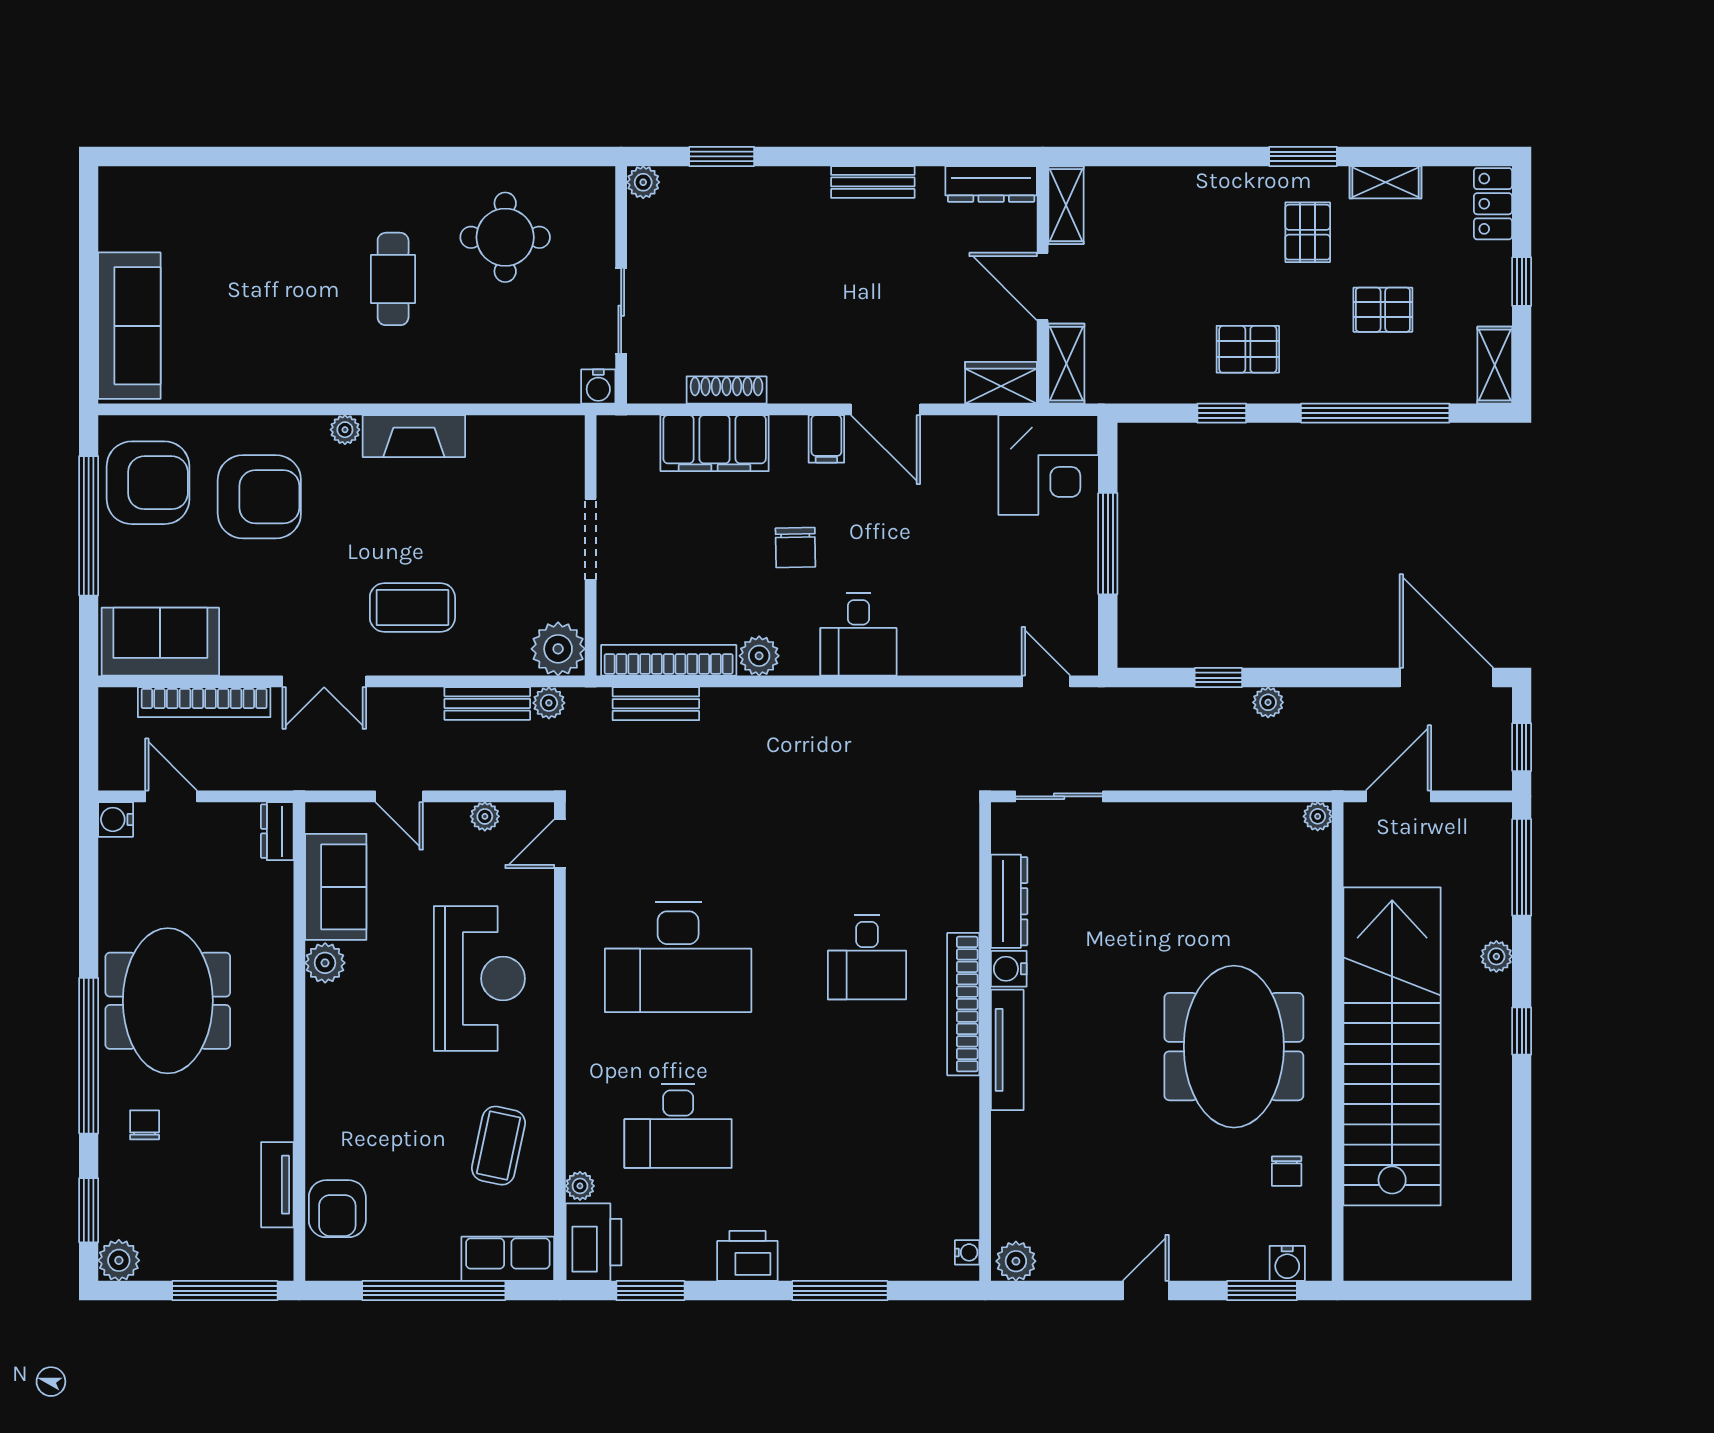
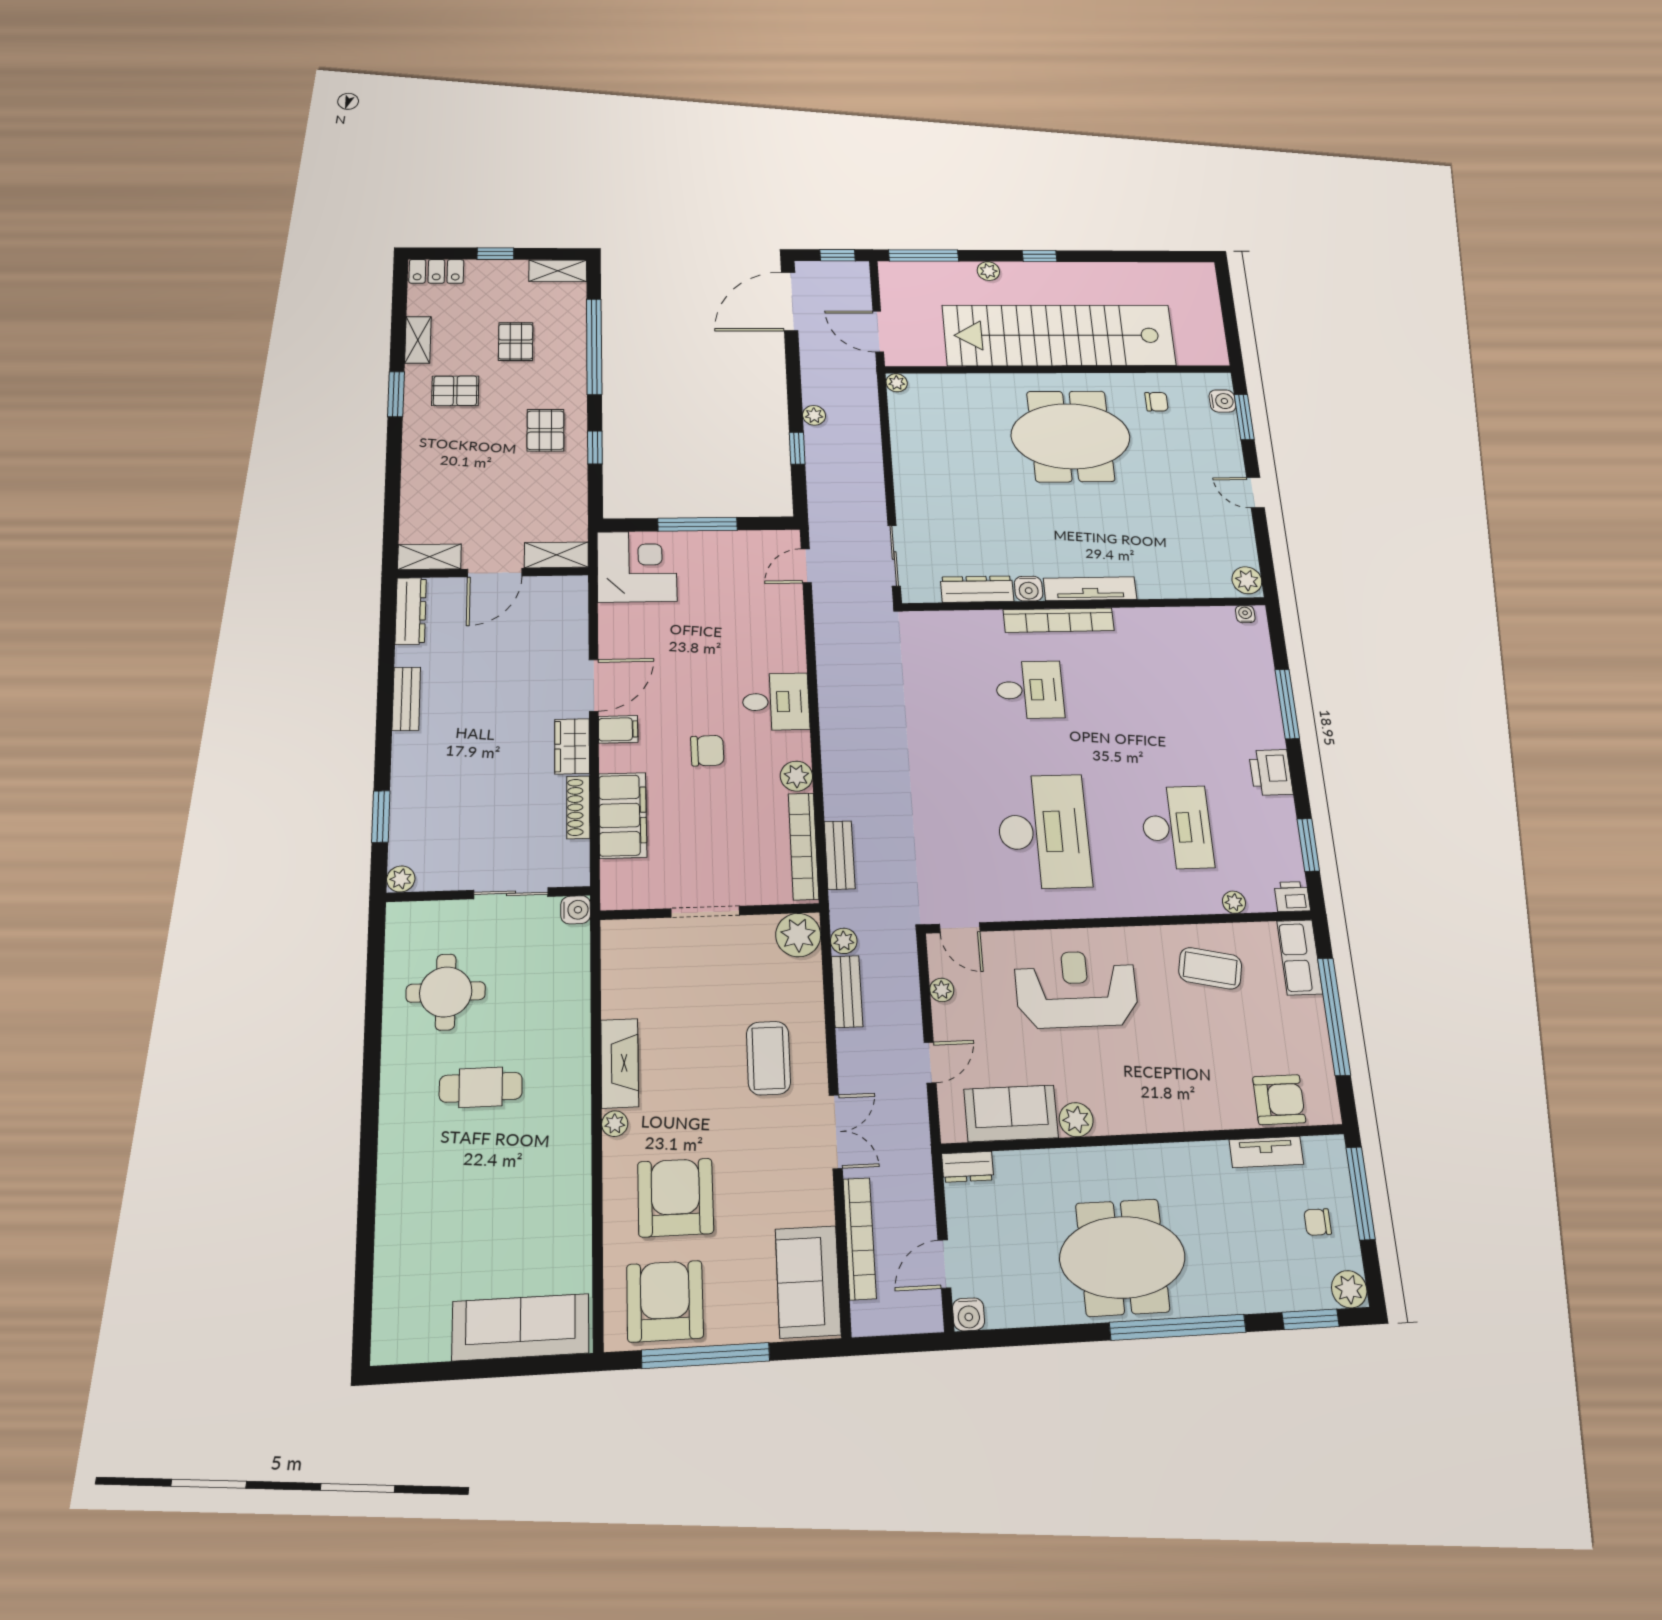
wardrobe: (1001, 383) -> (572, 746), moved
chair: (145, 1125) -> (1318, 1222), moved
printer: (594, 1242) -> (1292, 897), width x0.53, depth x0.68

